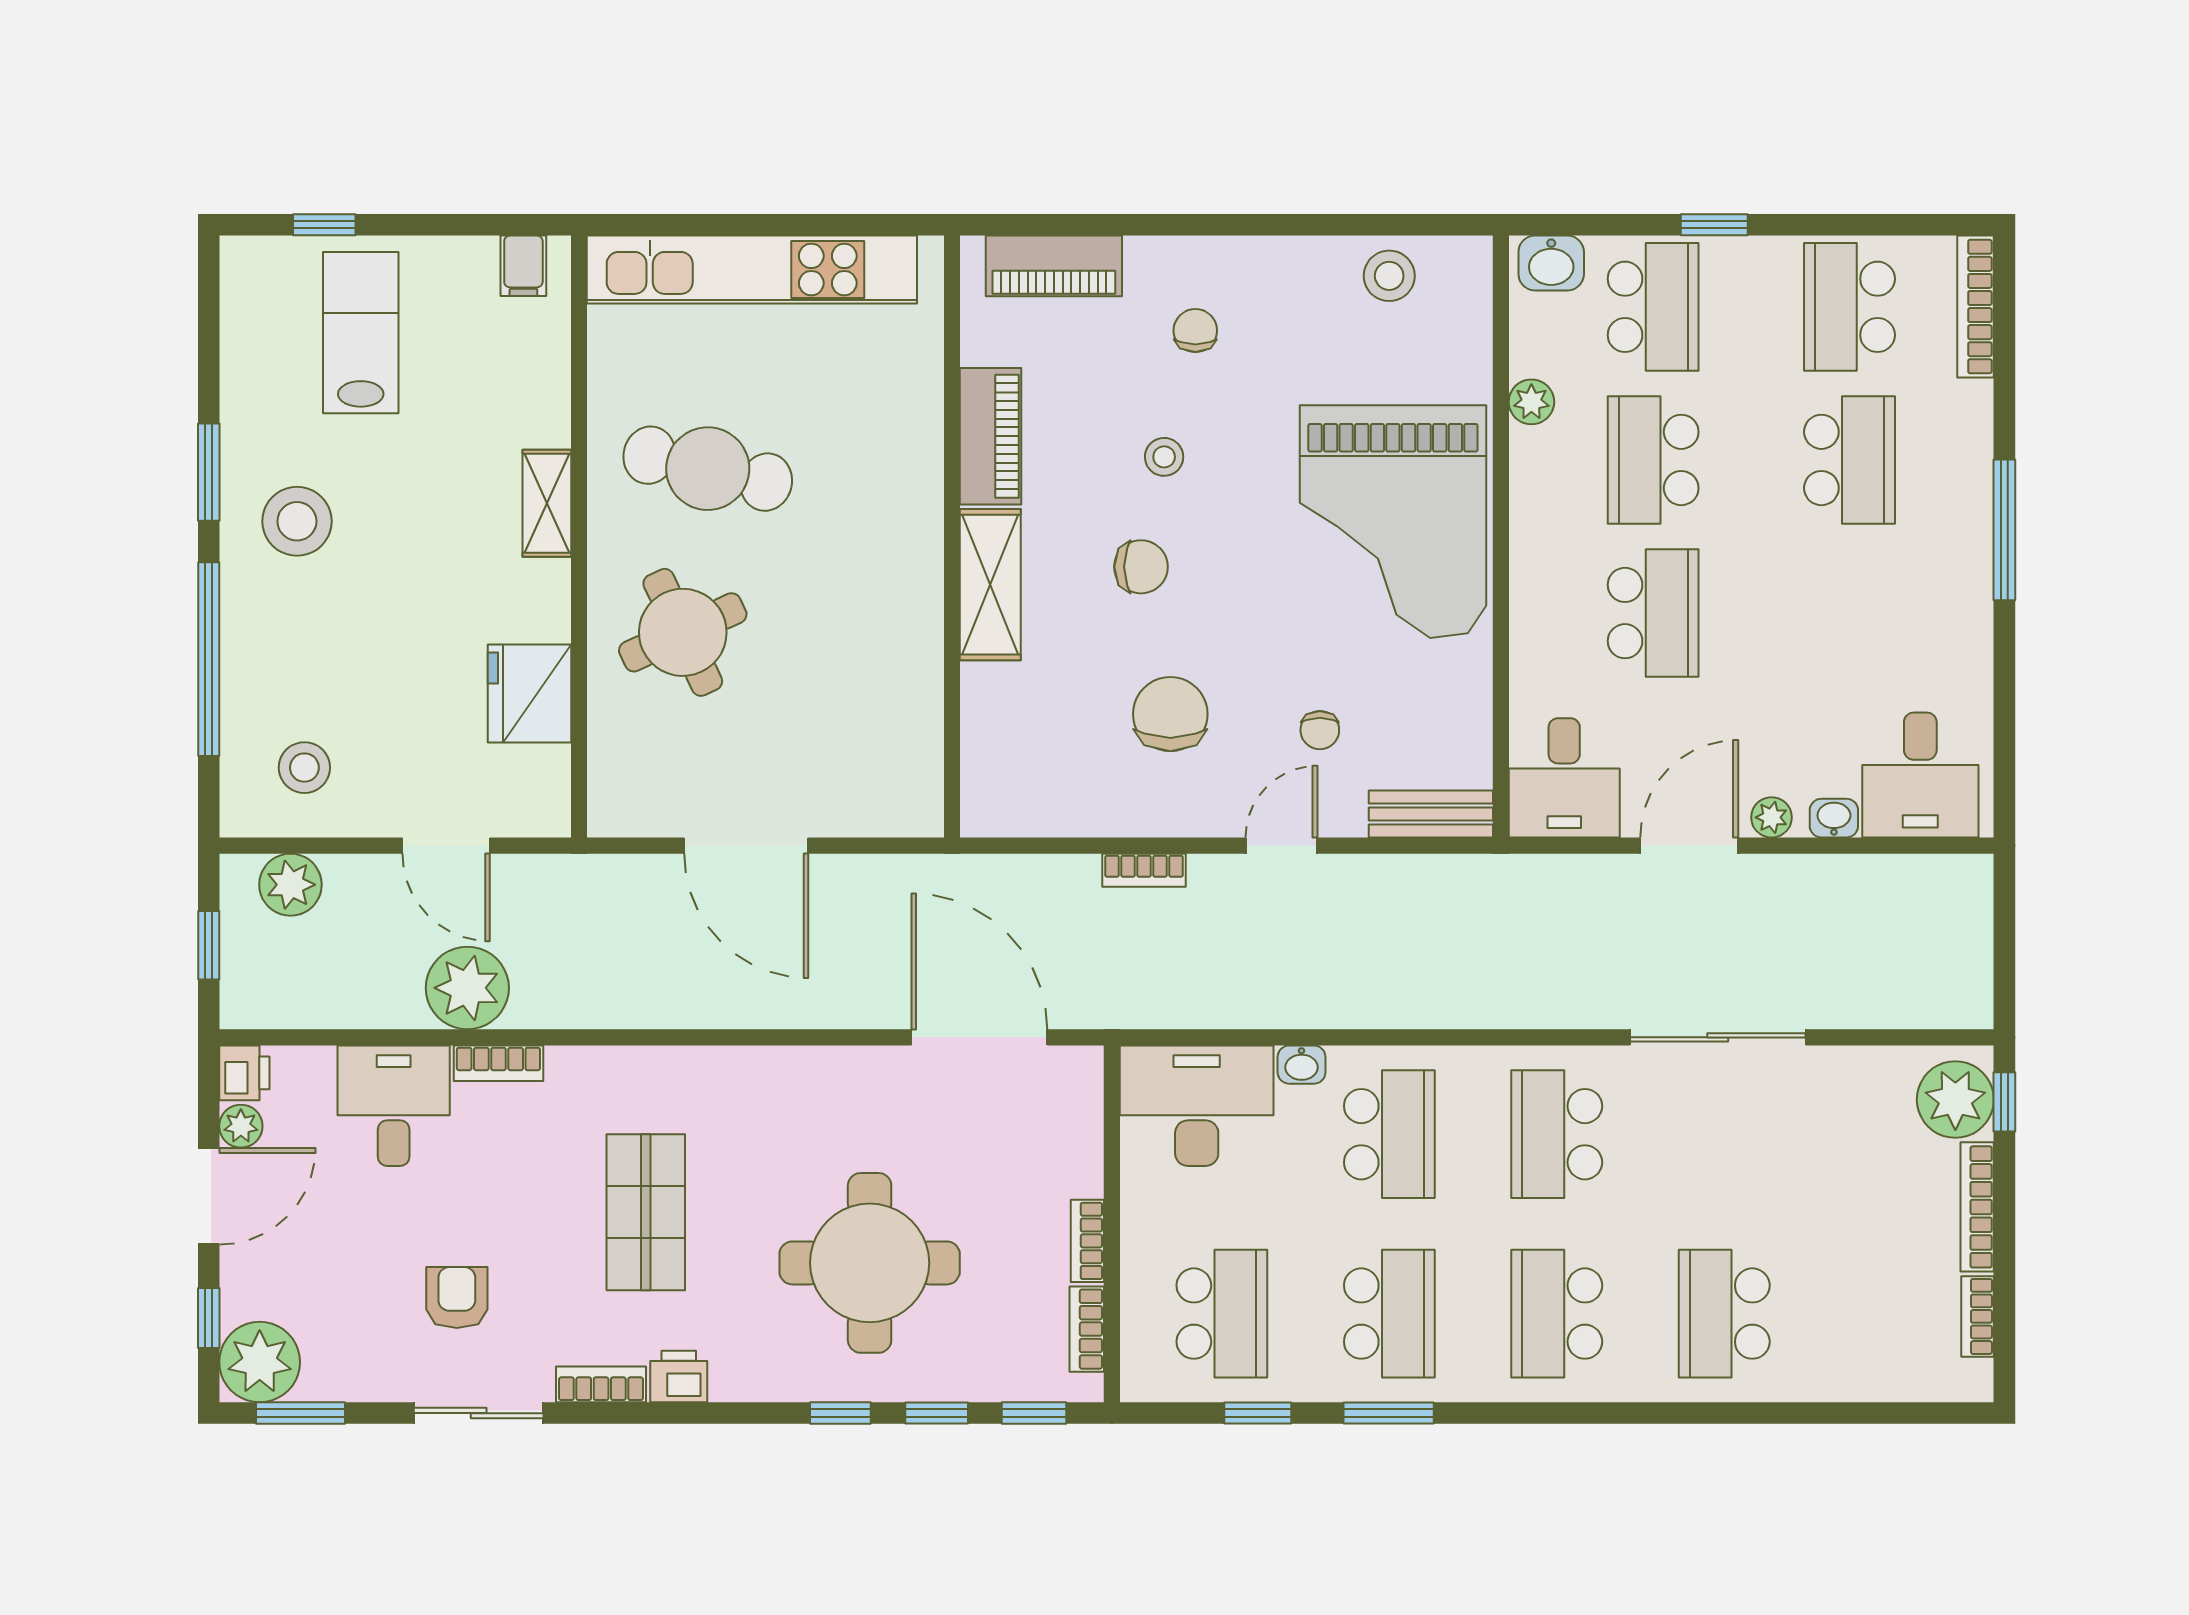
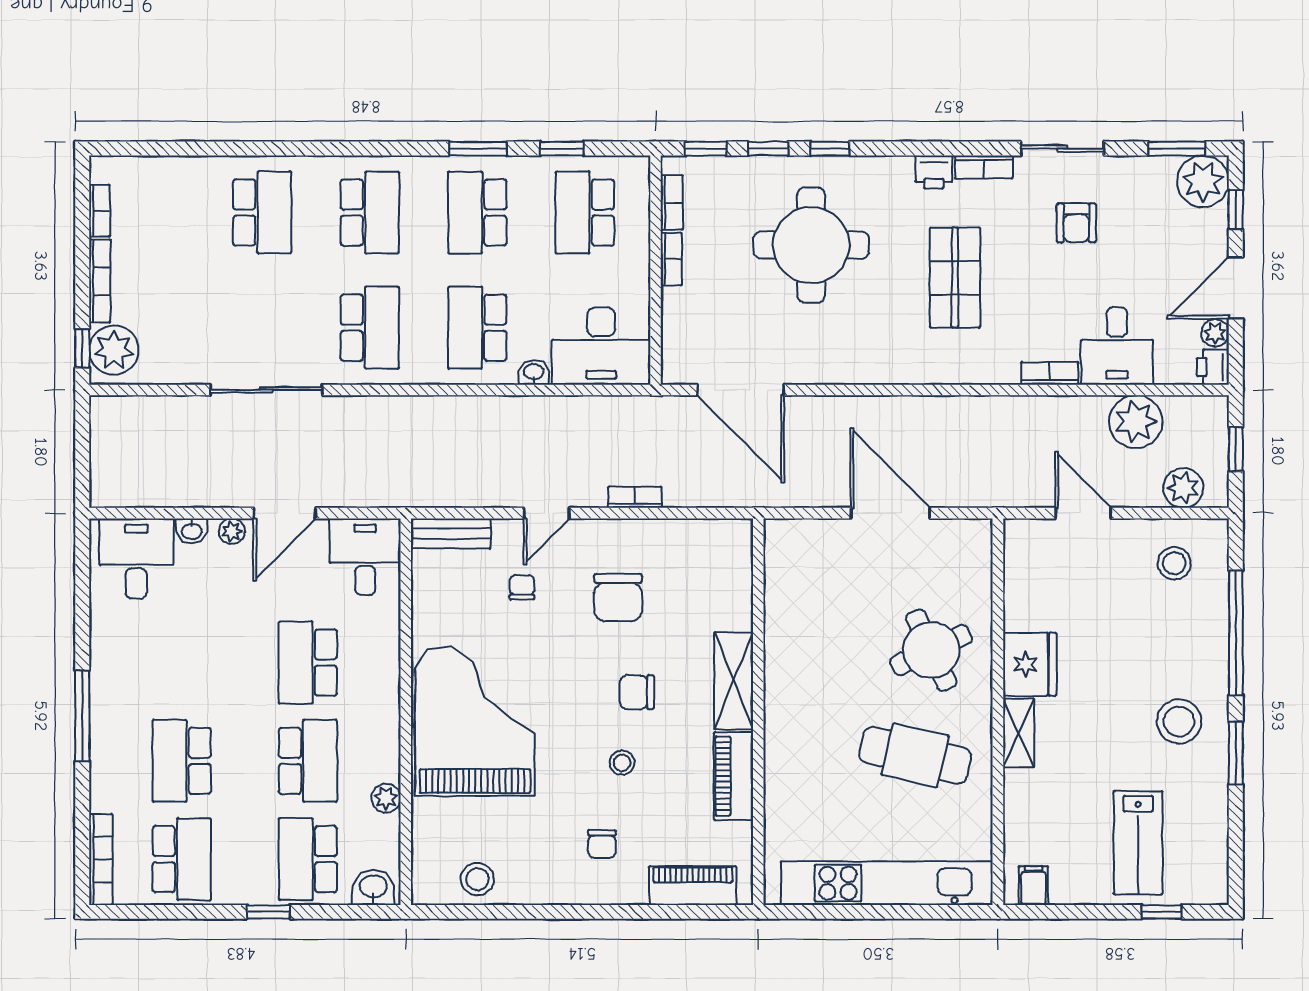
fridge: (529, 694) -> (1030, 664), moved
plant: (467, 988) -> (1136, 422), moved

